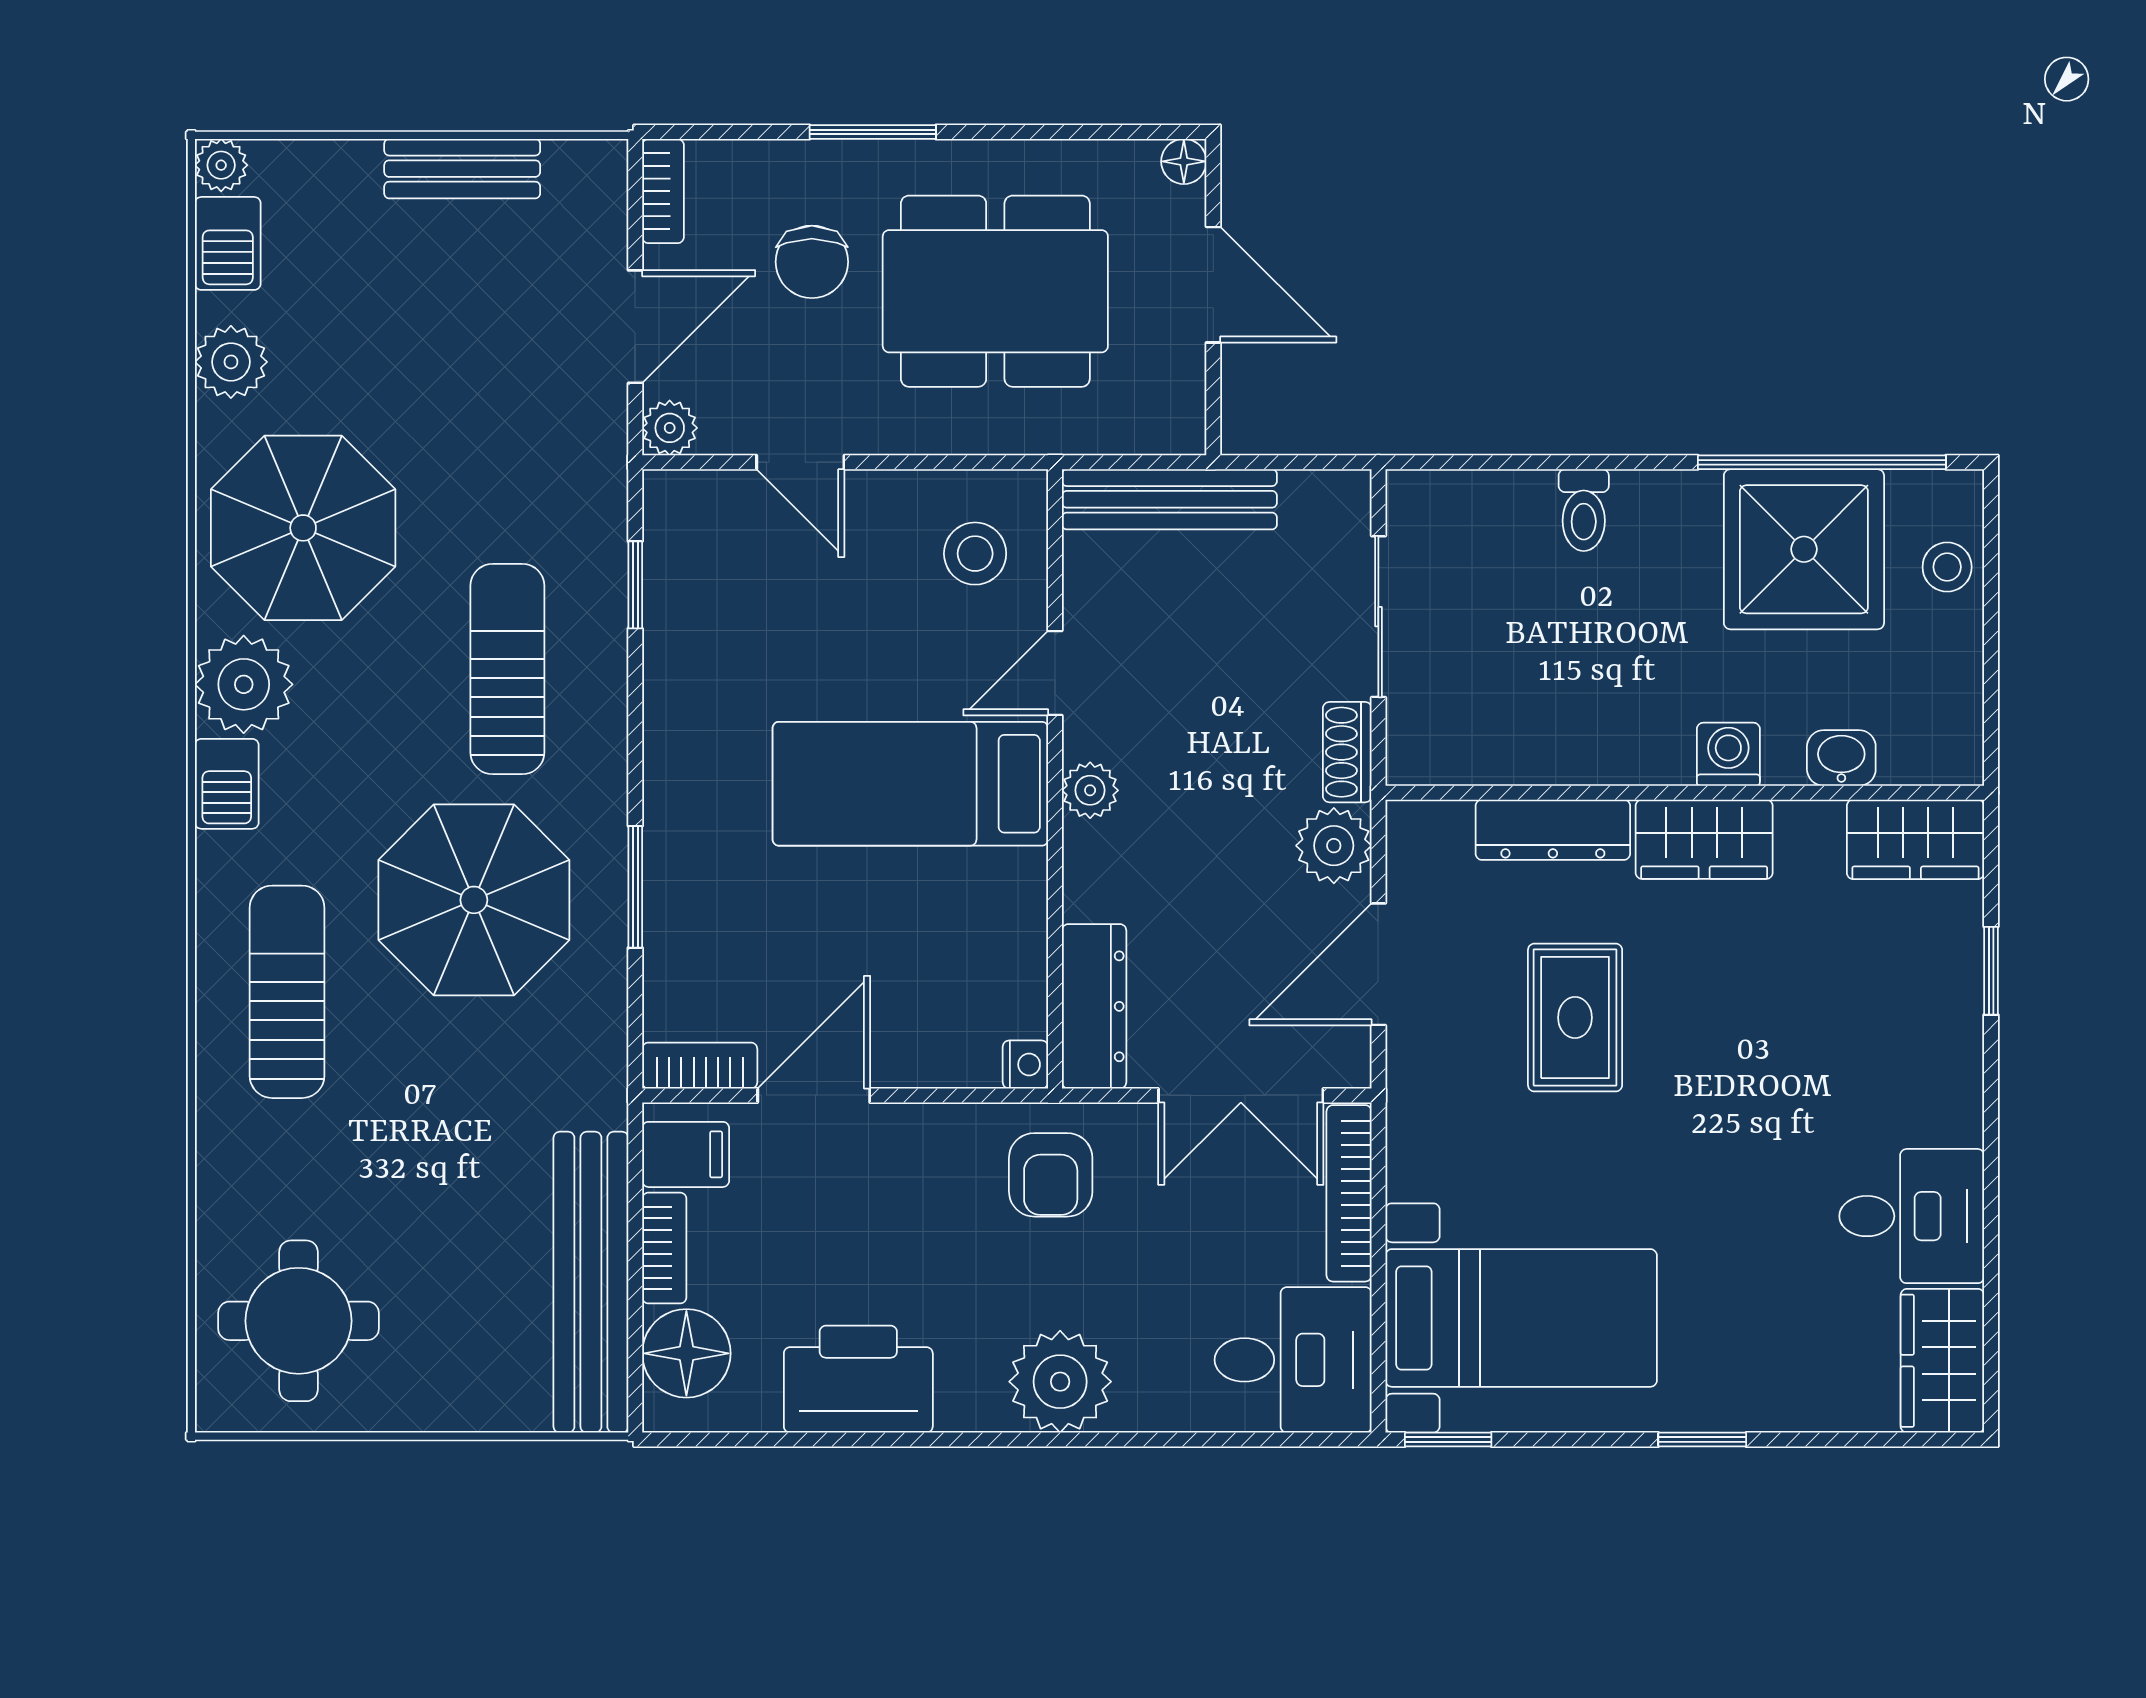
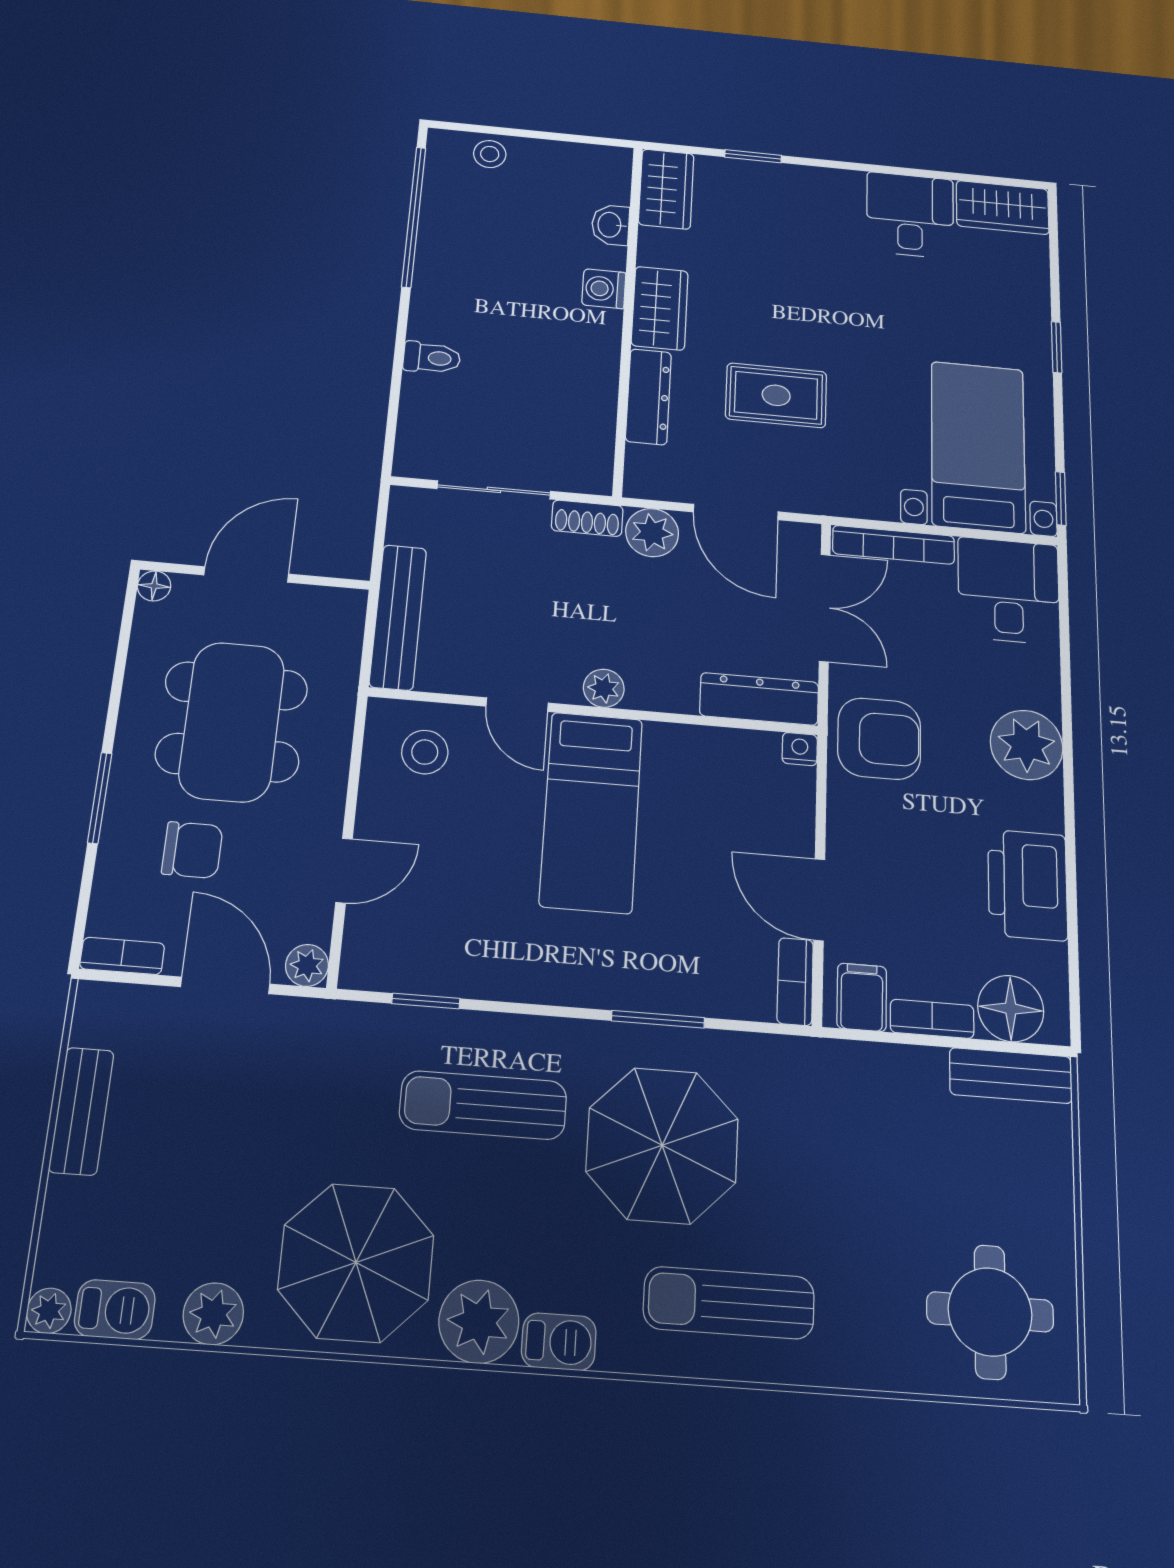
shower: (1804, 549) -> (471, 232), removed
armchair: (1051, 1175) -> (879, 739), width x1.38, depth x1.38
bench: (591, 1282) -> (1011, 1076), width x0.54, depth x0.82

